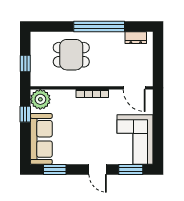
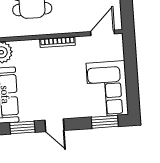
door: (134, 88) -> (102, 33), swing flipped
door: (98, 169) -> (54, 125), moved

